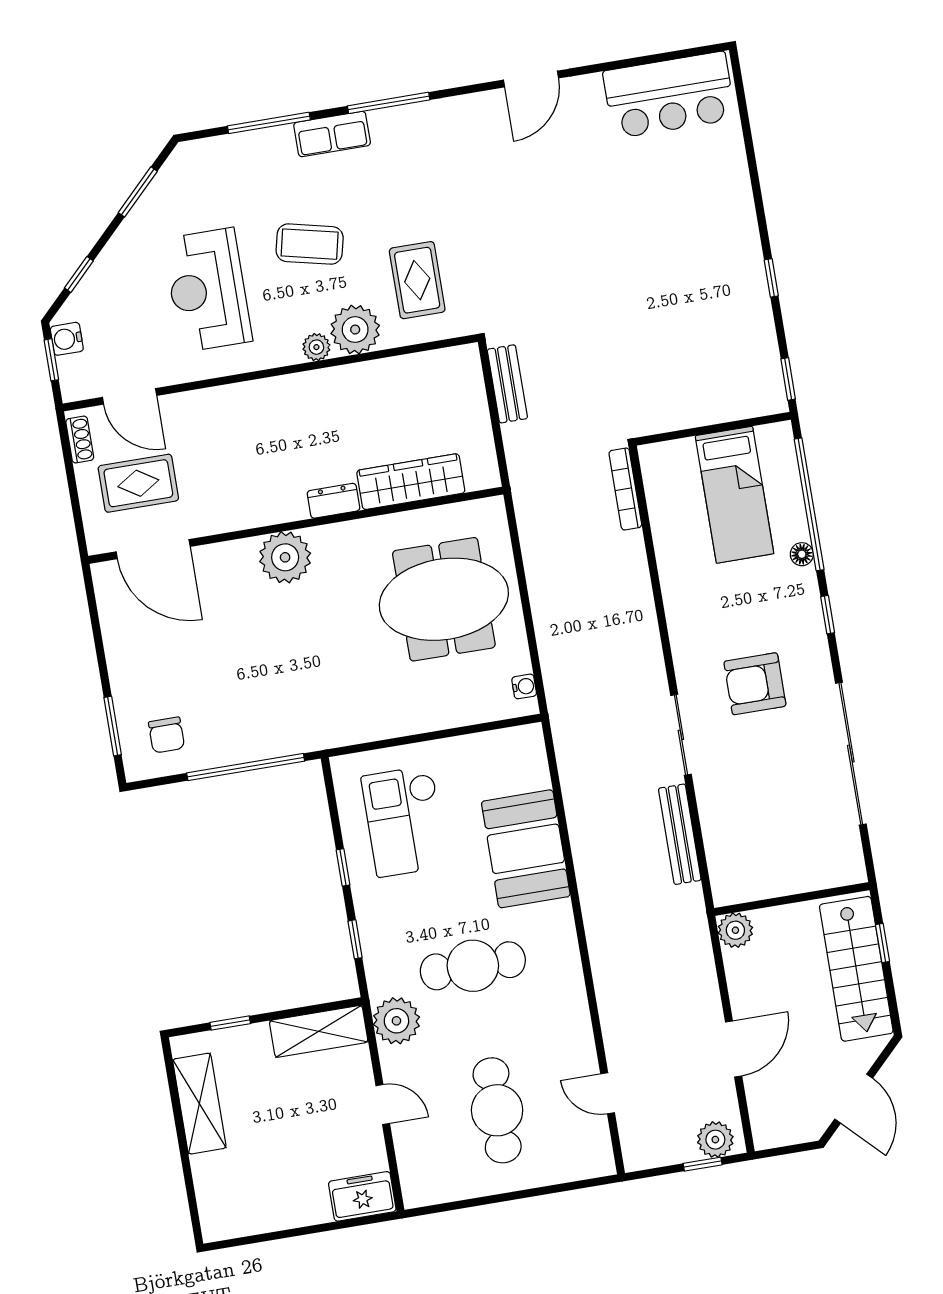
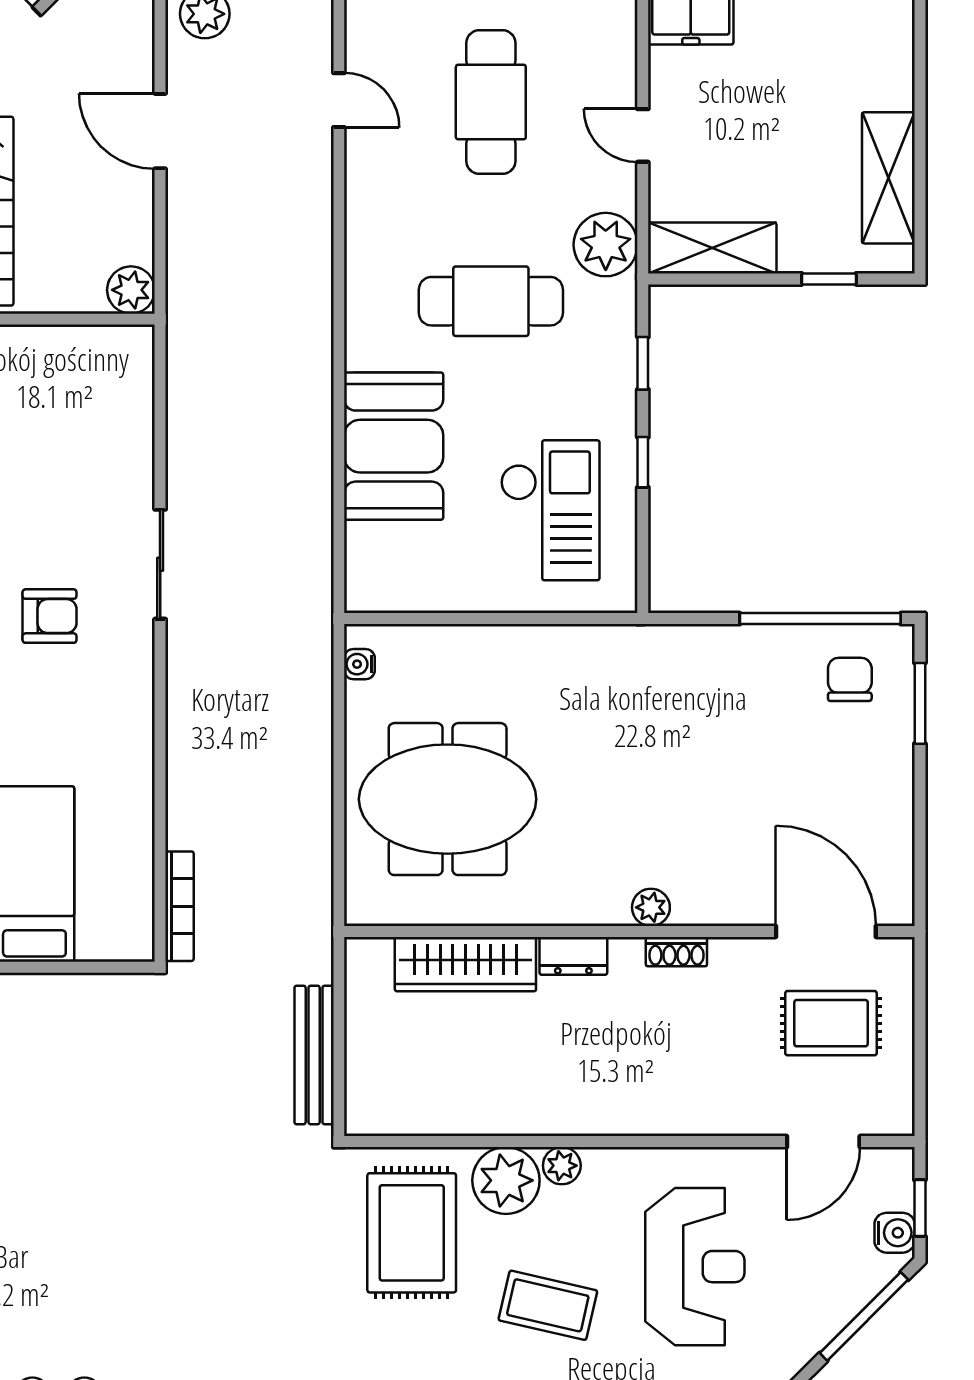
window: (79, 274) -> (864, 1316), width x2.17
rug: (417, 280) -> (412, 1233), width x1.36, depth x1.43
bench: (507, 384) -> (314, 1055), width x1.36
door: (130, 396) -> (823, 1142), swing flipped
shoe rack: (80, 440) -> (676, 952), moved, turned -90
plant: (285, 557) -> (651, 907), width x0.53, depth x0.53
armchair: (755, 684) -> (50, 616), width x0.72, depth x0.72
window: (246, 767) -> (820, 619), moved
bench: (680, 834) -> (184, 431), removed
door: (734, 1049) -> (160, 131), hinge flipped

